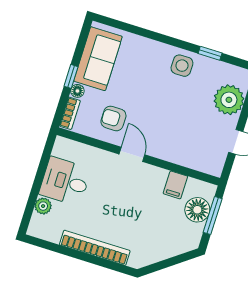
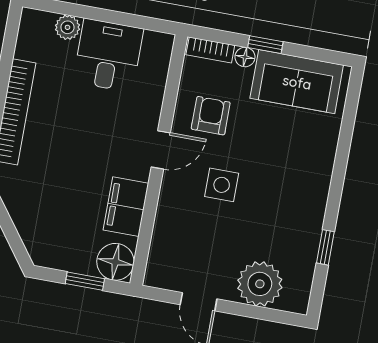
side table: (182, 66) -> (222, 185), moved
filing cabinet: (175, 185) -> (126, 207), width x2.00
floor lamp: (197, 210) -> (115, 262), moved
window: (213, 215) -> (85, 281), width x0.67

